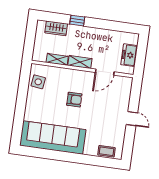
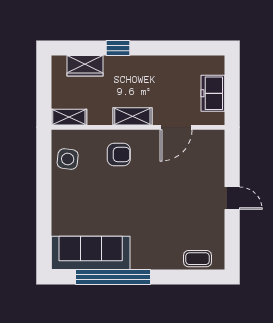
shelving: (57, 59) -> (69, 117), moved
armchair: (74, 100) -> (119, 155), moved
sofa: (53, 138) -> (91, 253), width x0.74, depth x0.79
window: (55, 155) -> (113, 277), added

